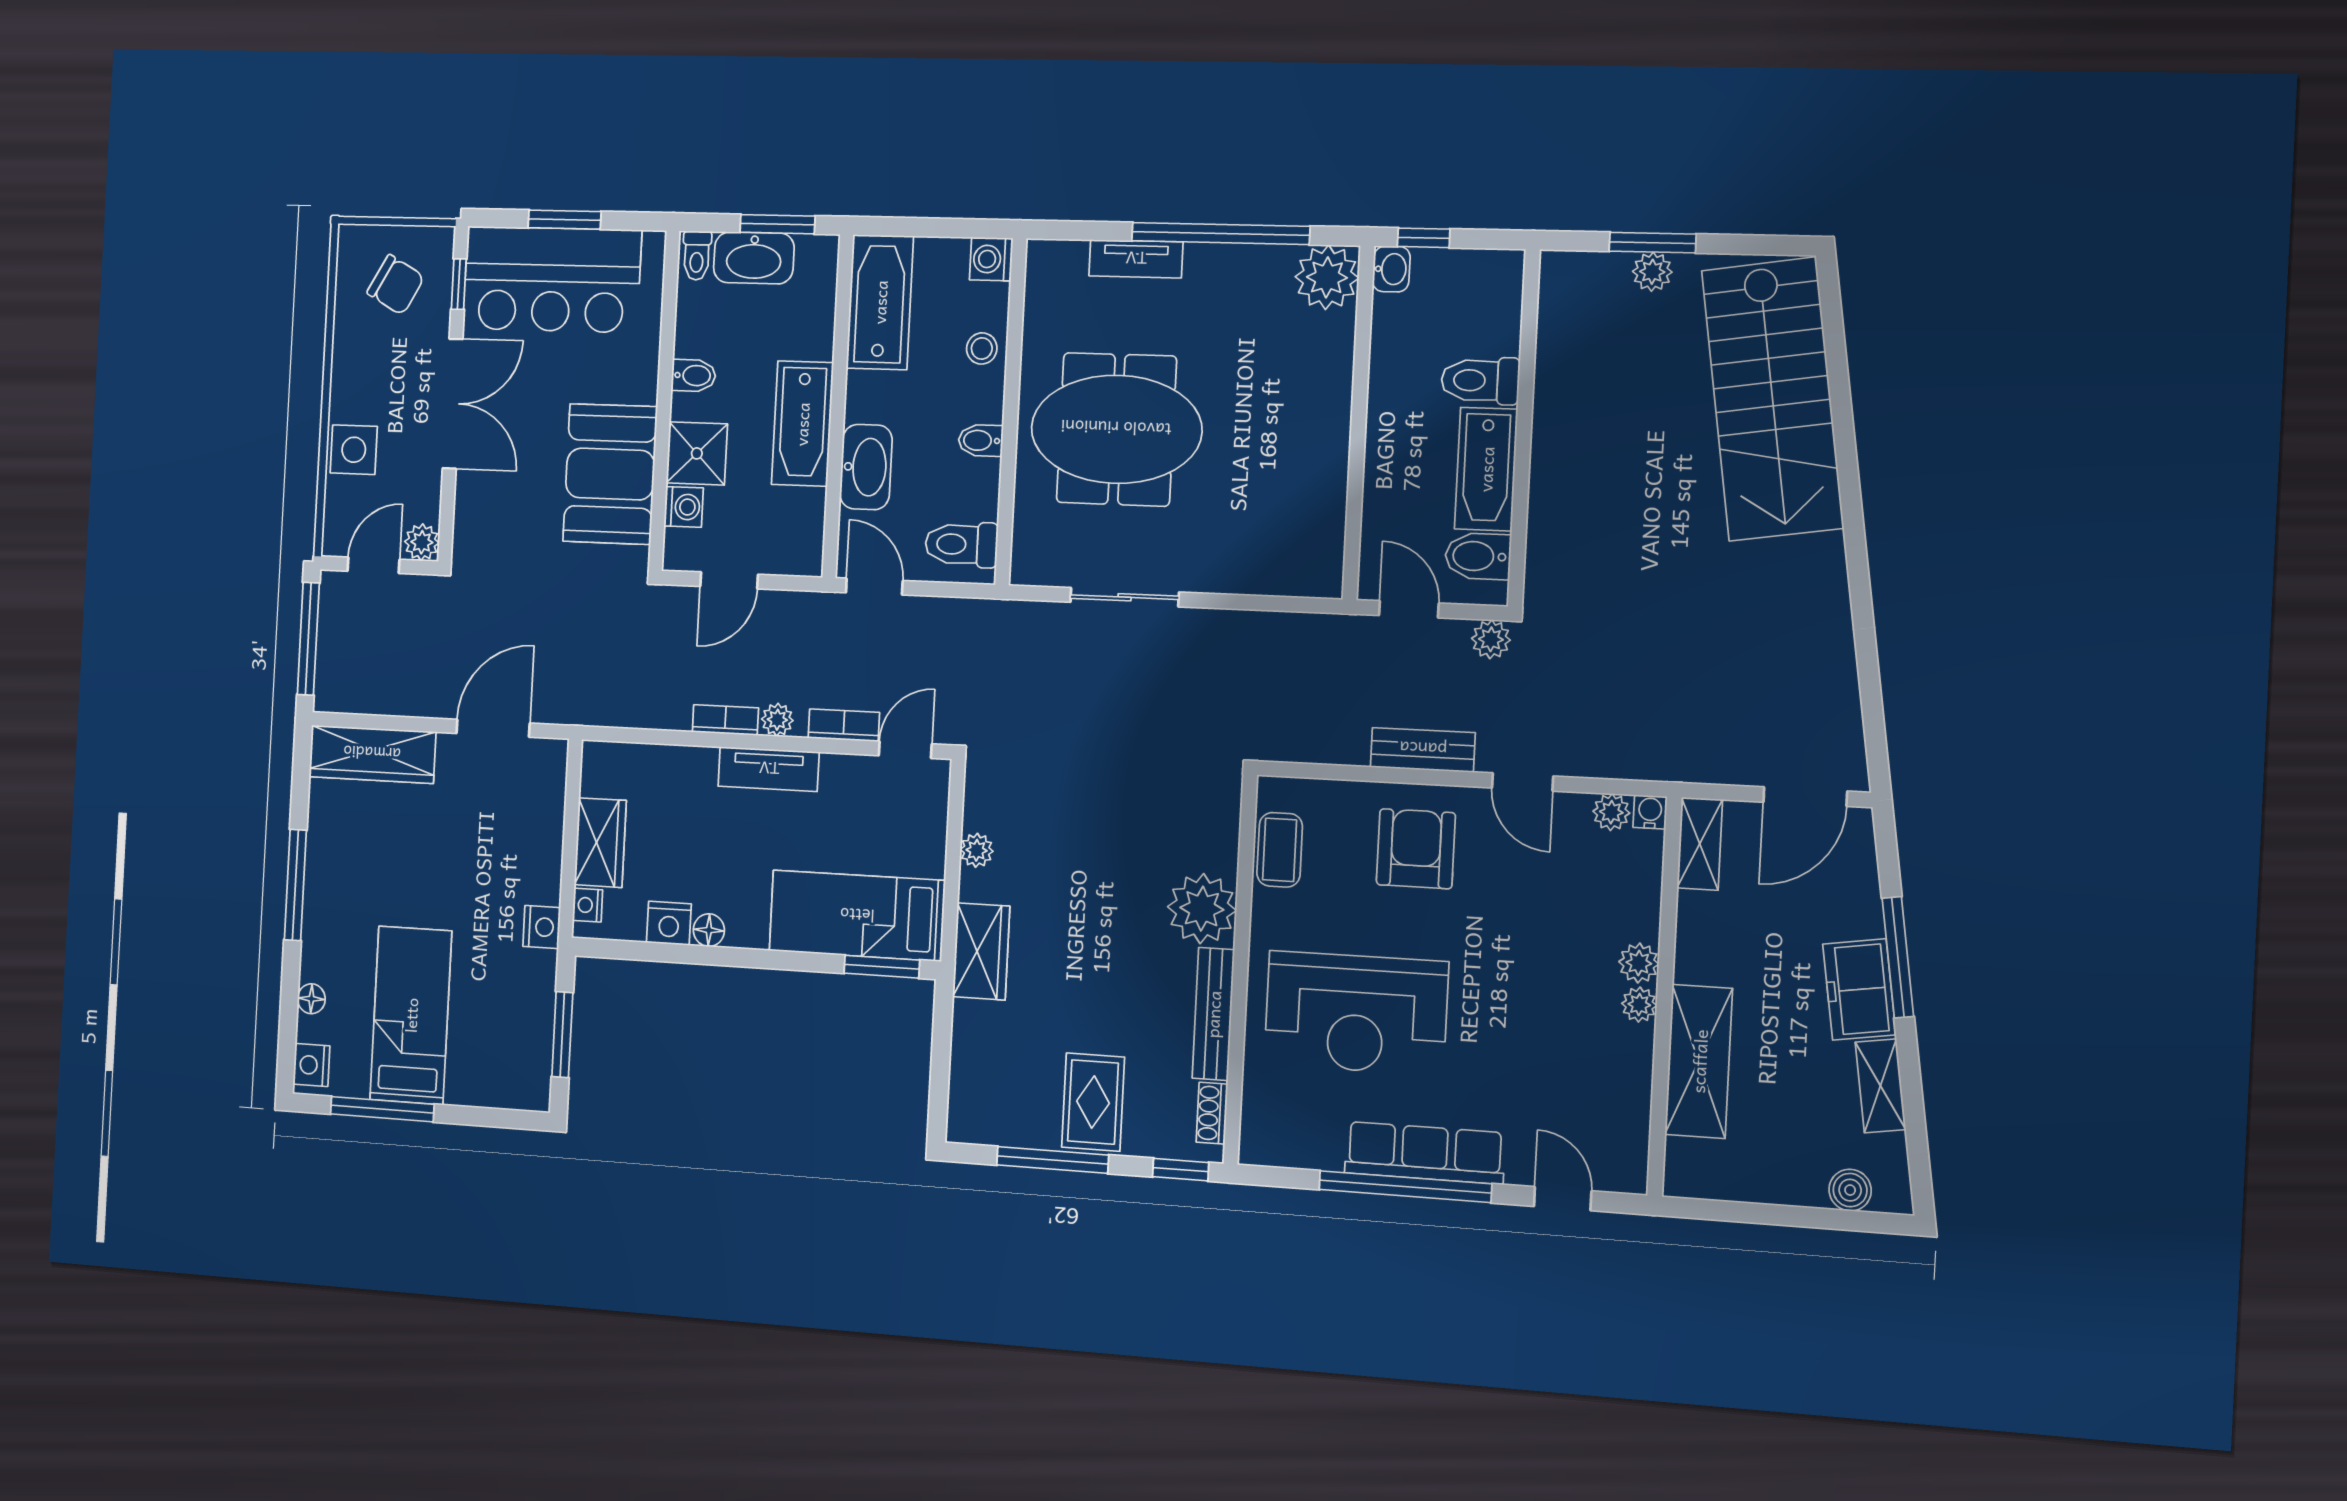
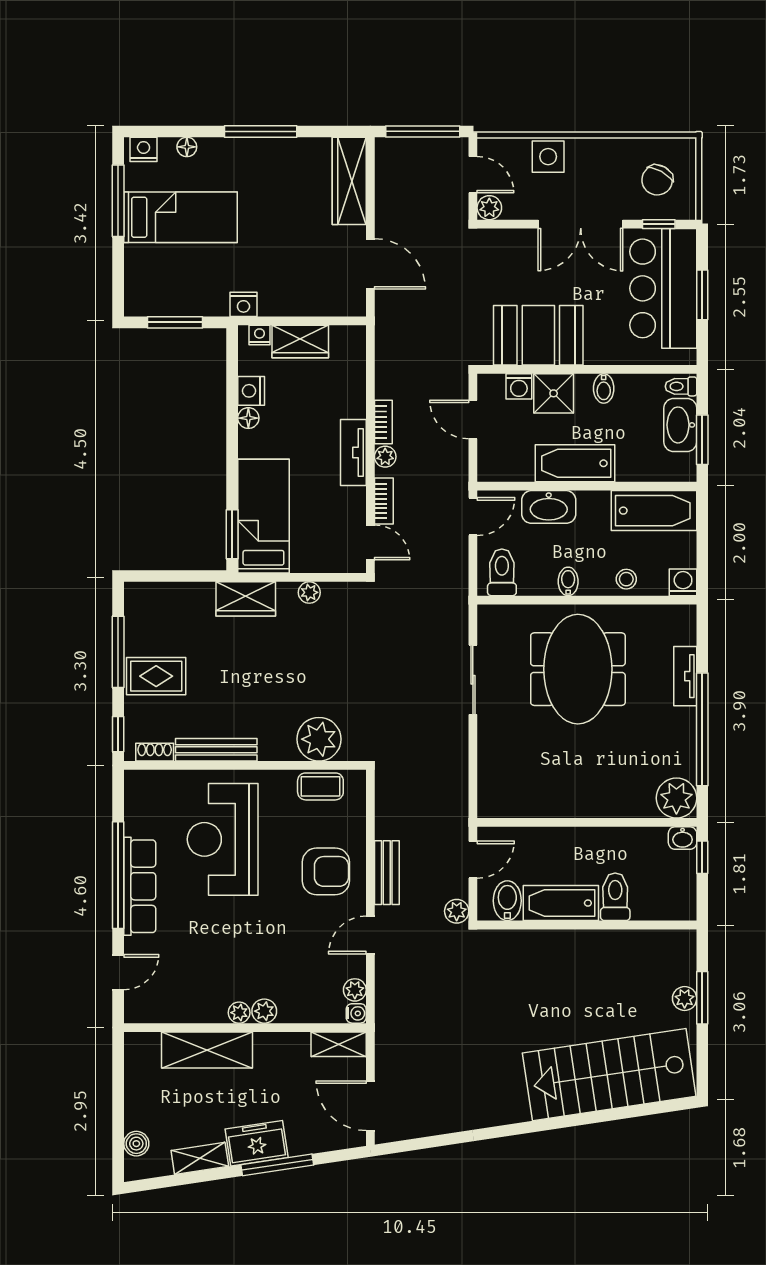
plant: (1202, 909) -> (319, 739), moved

